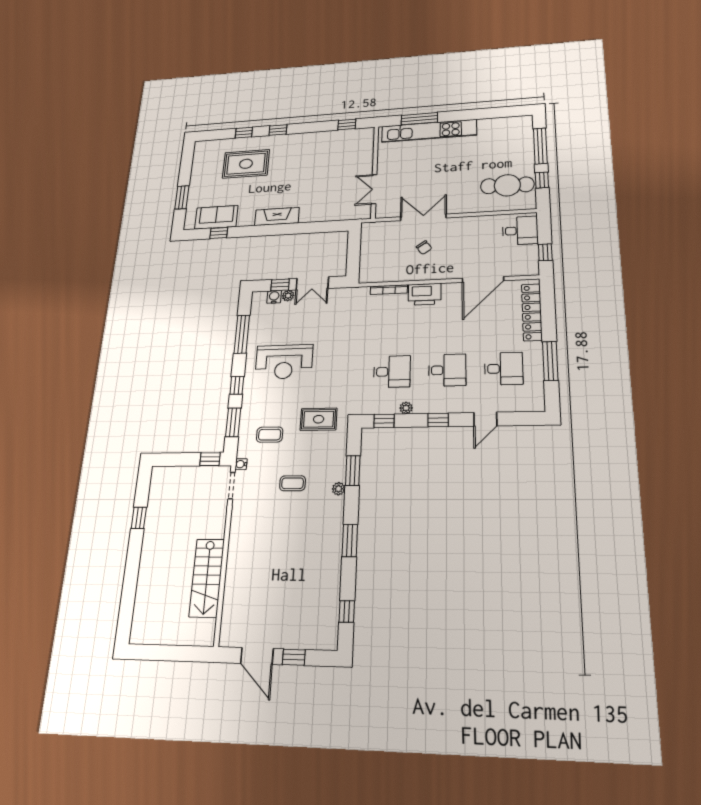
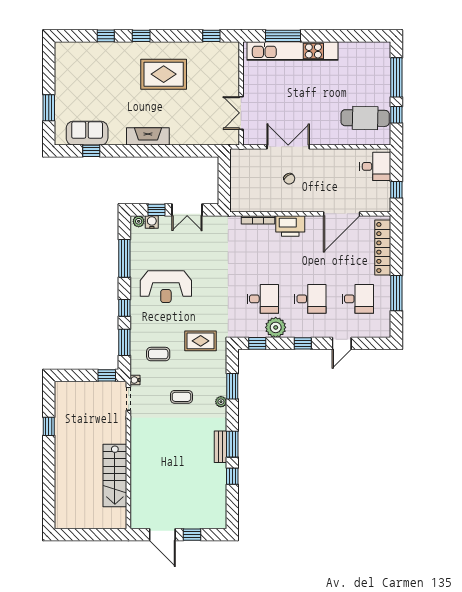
rug: (246, 164) -> (164, 74), moved
plant: (288, 296) -> (139, 221), moved
plant: (406, 408) -> (276, 327), width x1.88, depth x1.88
bench: (335, 544) -> (220, 447), added
window: (347, 611) -> (232, 476), moved

